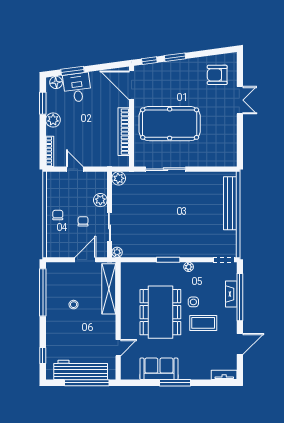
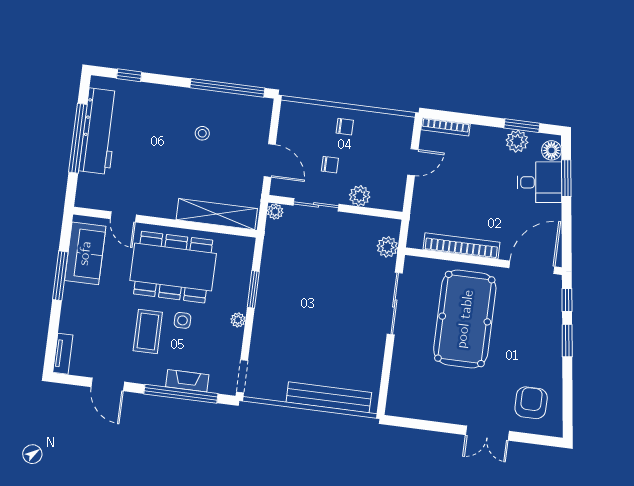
plant: (53, 120) -> (517, 141), moved
plant: (119, 178) -> (387, 247), moved
shelving: (109, 289) -> (217, 214), moved
wall: (118, 321) -> (165, 222), moved
door: (118, 348) -> (123, 217), moved

